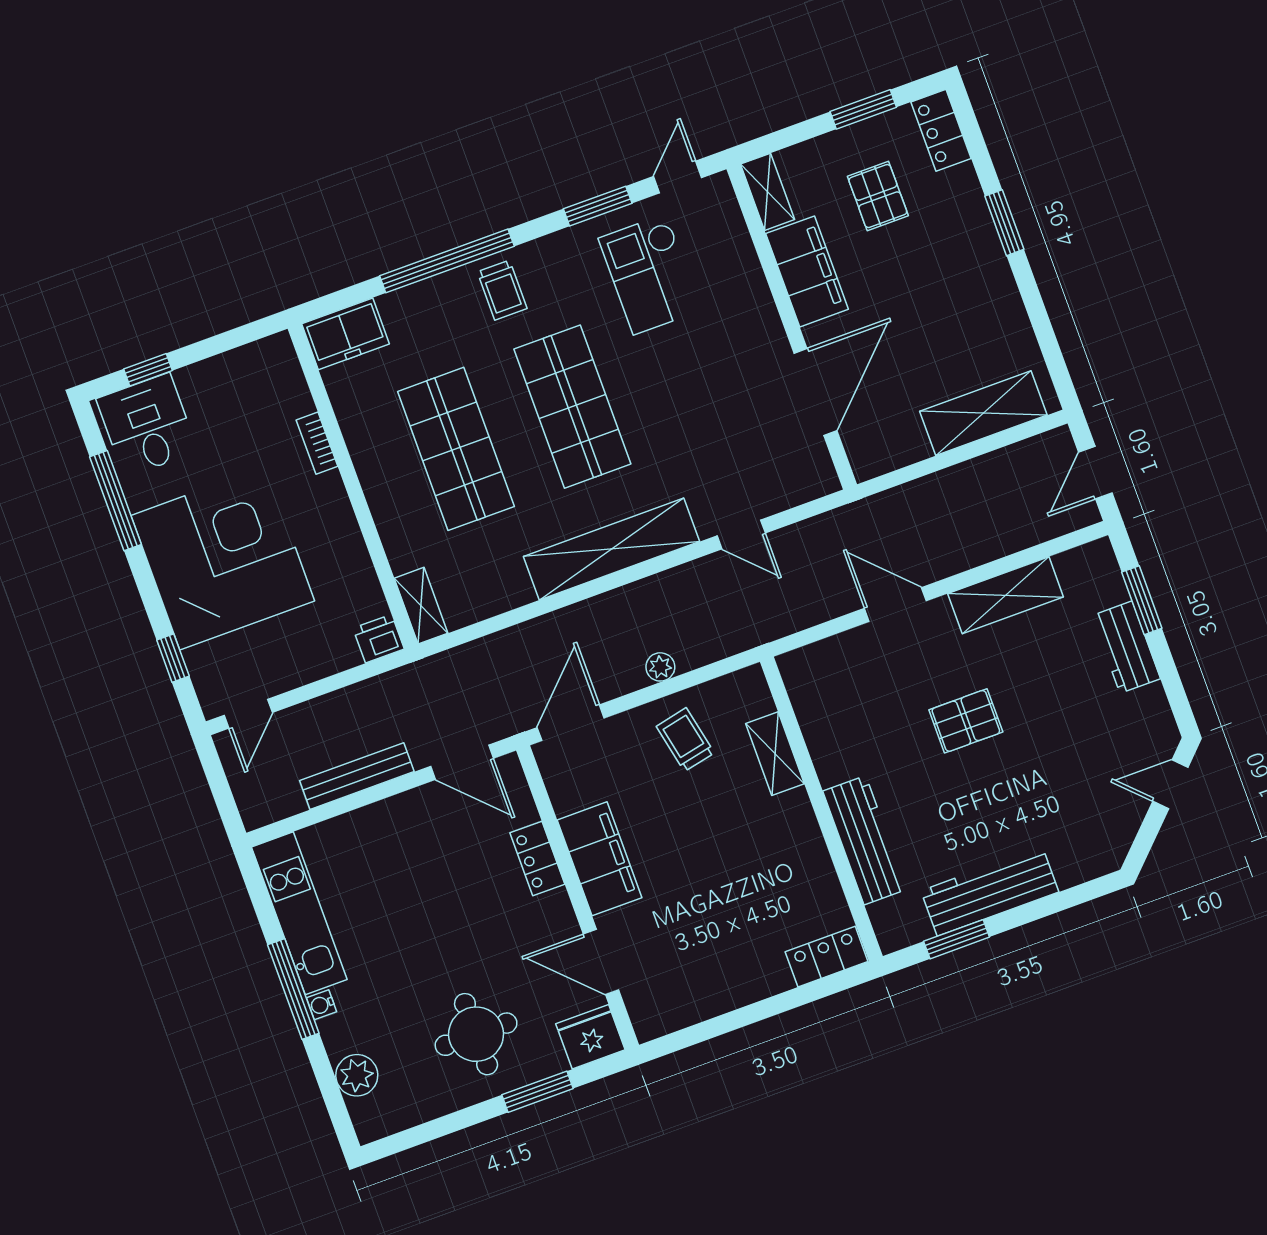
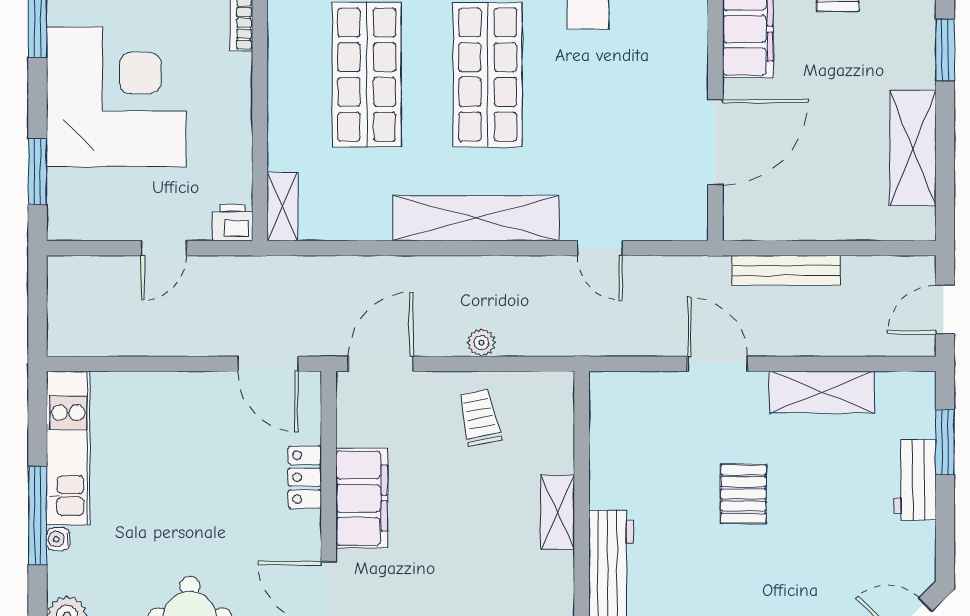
shelving: (983, 413) -> (913, 148), moved, turned 90
window: (173, 658) -> (38, 172), width x1.50
door: (248, 714) -> (164, 248), moved
pallet: (966, 721) -> (743, 494), turned 90
shelving: (775, 754) -> (558, 512), moved
bench: (357, 776) -> (786, 270), moved

